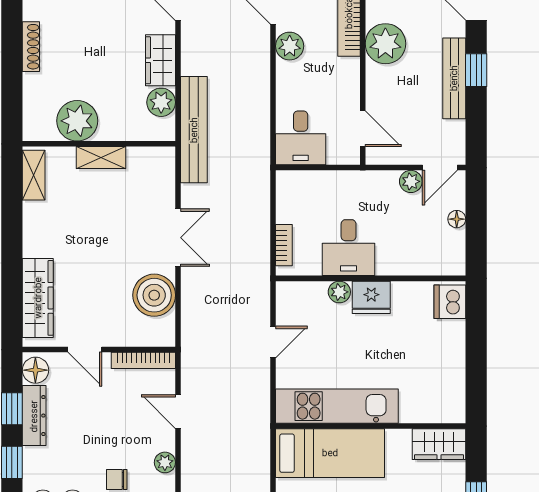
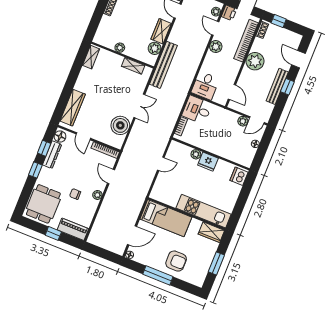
plant: (77, 121) -> (120, 48), width x0.53, depth x0.53
shelving: (101, 158) -> (133, 66), moved
desk: (349, 248) -> (197, 110), moved, turned 90
kitchen unit: (337, 406) -> (204, 211), moved

